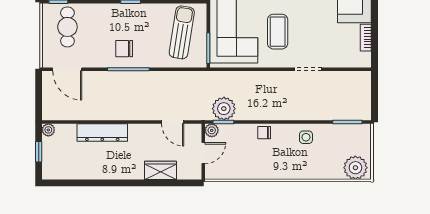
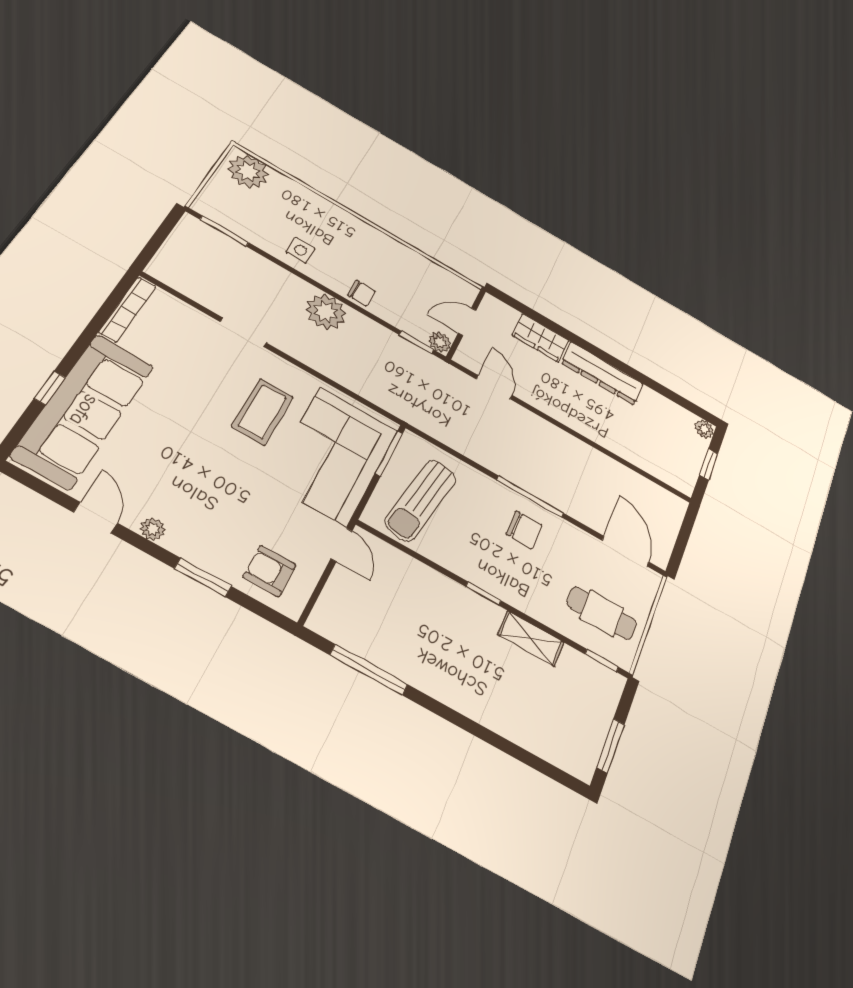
cafe table: (67, 27) -> (602, 613), turned 90
bookcase: (366, 38) -> (127, 309), width x1.56
plant: (224, 109) -> (326, 312), moved
plant: (48, 130) -> (704, 429), moved
dresser: (102, 132) -> (602, 373), moved, turned 180

